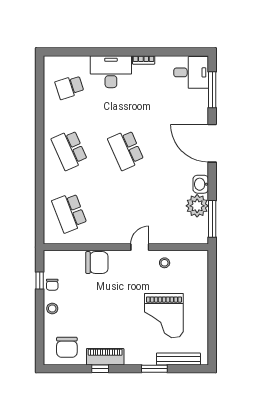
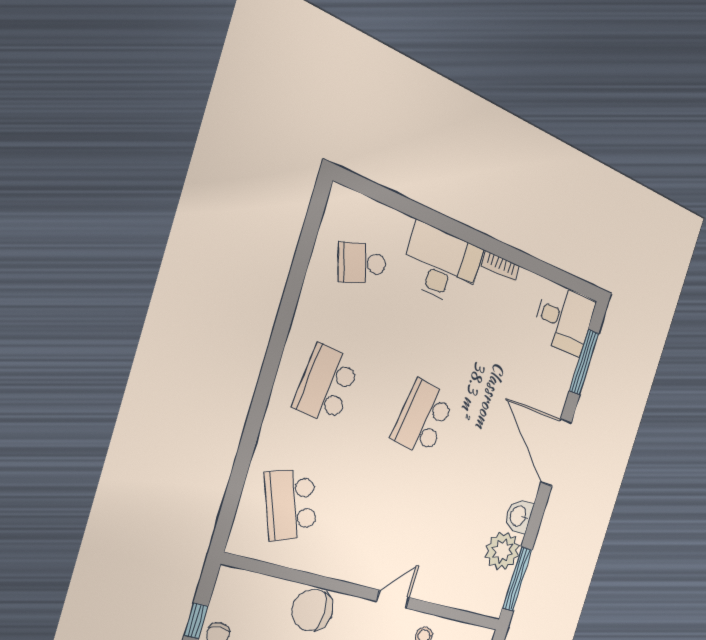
school desk: (69, 150) -> (326, 385), turned 30
school desk: (126, 150) -> (423, 418), turned 33
chair: (97, 263) -> (312, 610), turned 180

